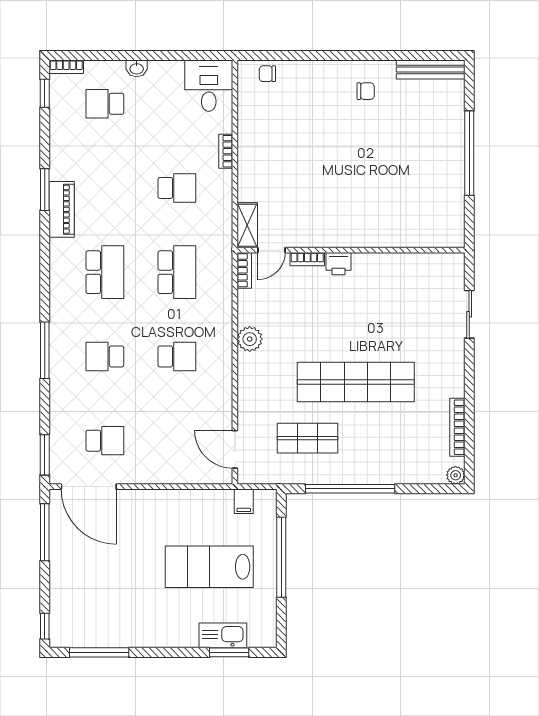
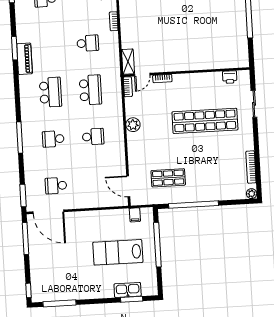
printer: (339, 264) -> (230, 77), moved
shop shelf: (356, 382) -> (205, 121), moved
school desk: (105, 441) -> (56, 186), turned 180

